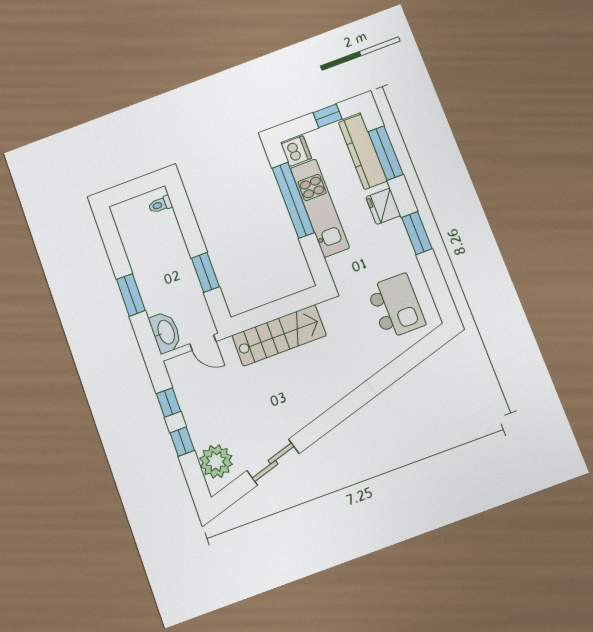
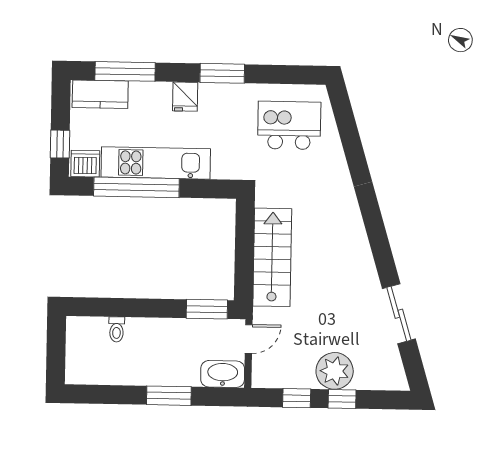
window: (328, 116) -> (60, 144), moved
kitchen counter: (363, 152) -> (100, 94), width x0.67
toilet: (160, 205) -> (117, 329), moved
fridge: (383, 206) -> (185, 97), width x0.72
window: (205, 272) -> (207, 309), moved
plant: (216, 461) -> (335, 371), moved

